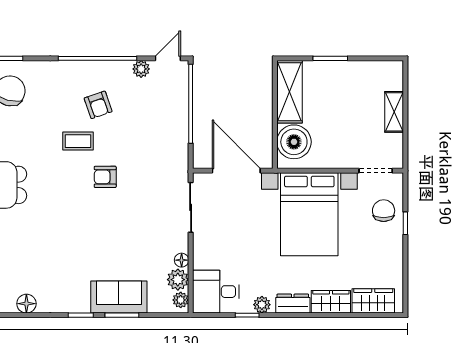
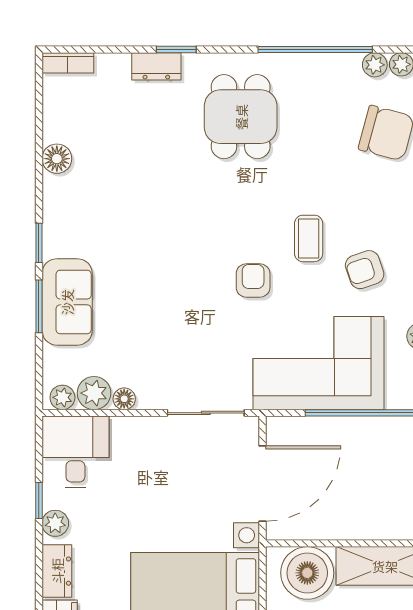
corner sofa: (158, 135) -> (318, 363), added

